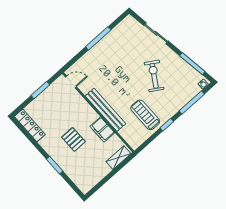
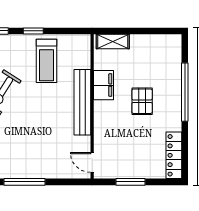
window: (55, 165) -> (185, 92), width x2.11

